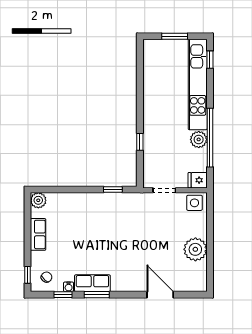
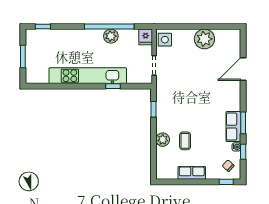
kitchen unit: (198, 85) -> (88, 76), moved, turned 180
plant: (38, 200) -> (163, 140), moved
coffee table: (76, 227) -> (185, 141), added

